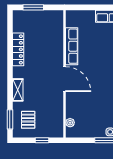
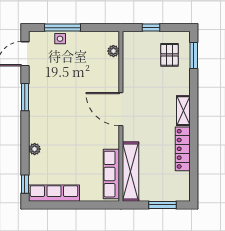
shelving: (57, 32) -> (130, 172), added
row of seats: (72, 46) -> (111, 174), moved
shelving: (18, 90) -> (183, 111), moved

